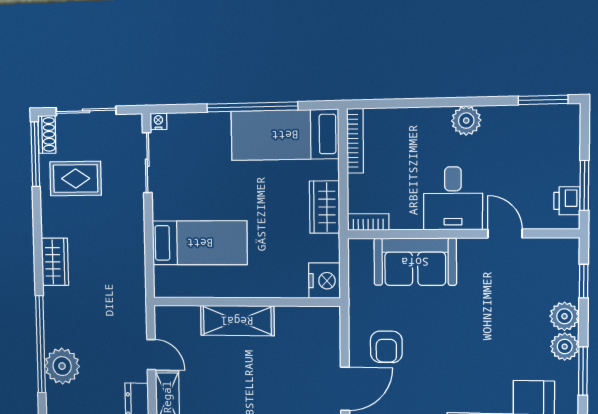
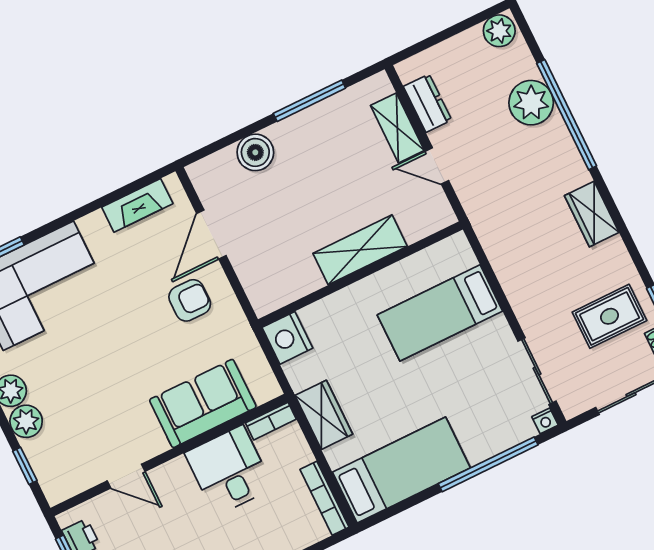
window: (252, 107) -> (488, 464), moved
desk: (453, 198) -> (229, 470), moved
armchair: (386, 347) -> (190, 300), turned 90

